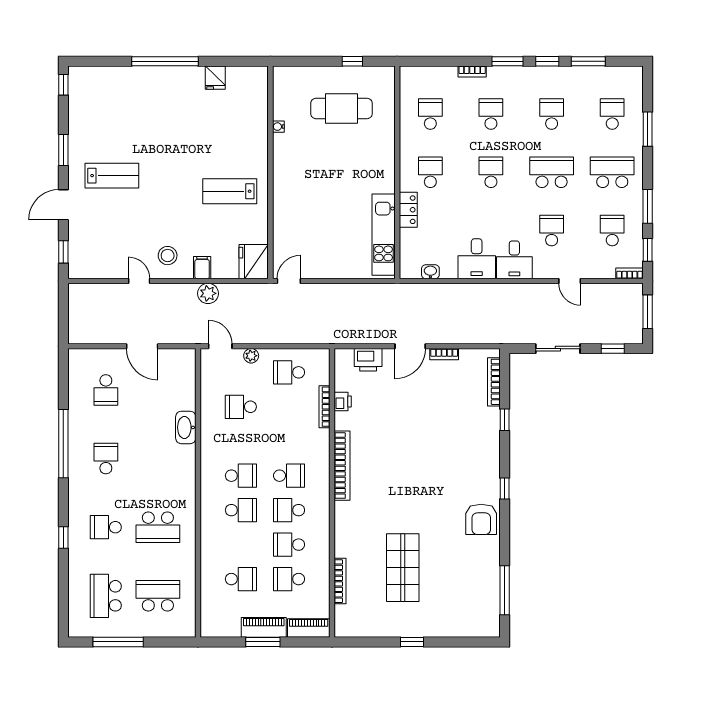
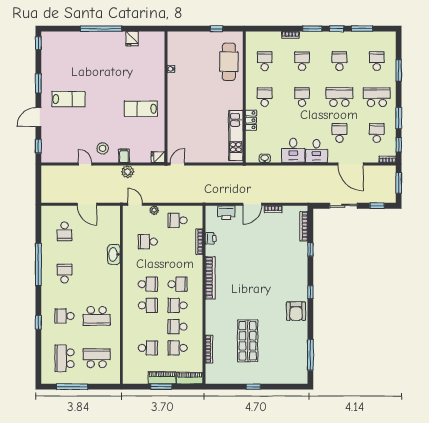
cafe table: (341, 108) -> (229, 62), moved, turned 90
fridge: (254, 262) -> (158, 157), width x0.53, depth x0.75
door: (570, 281) -> (351, 164), width x1.88

